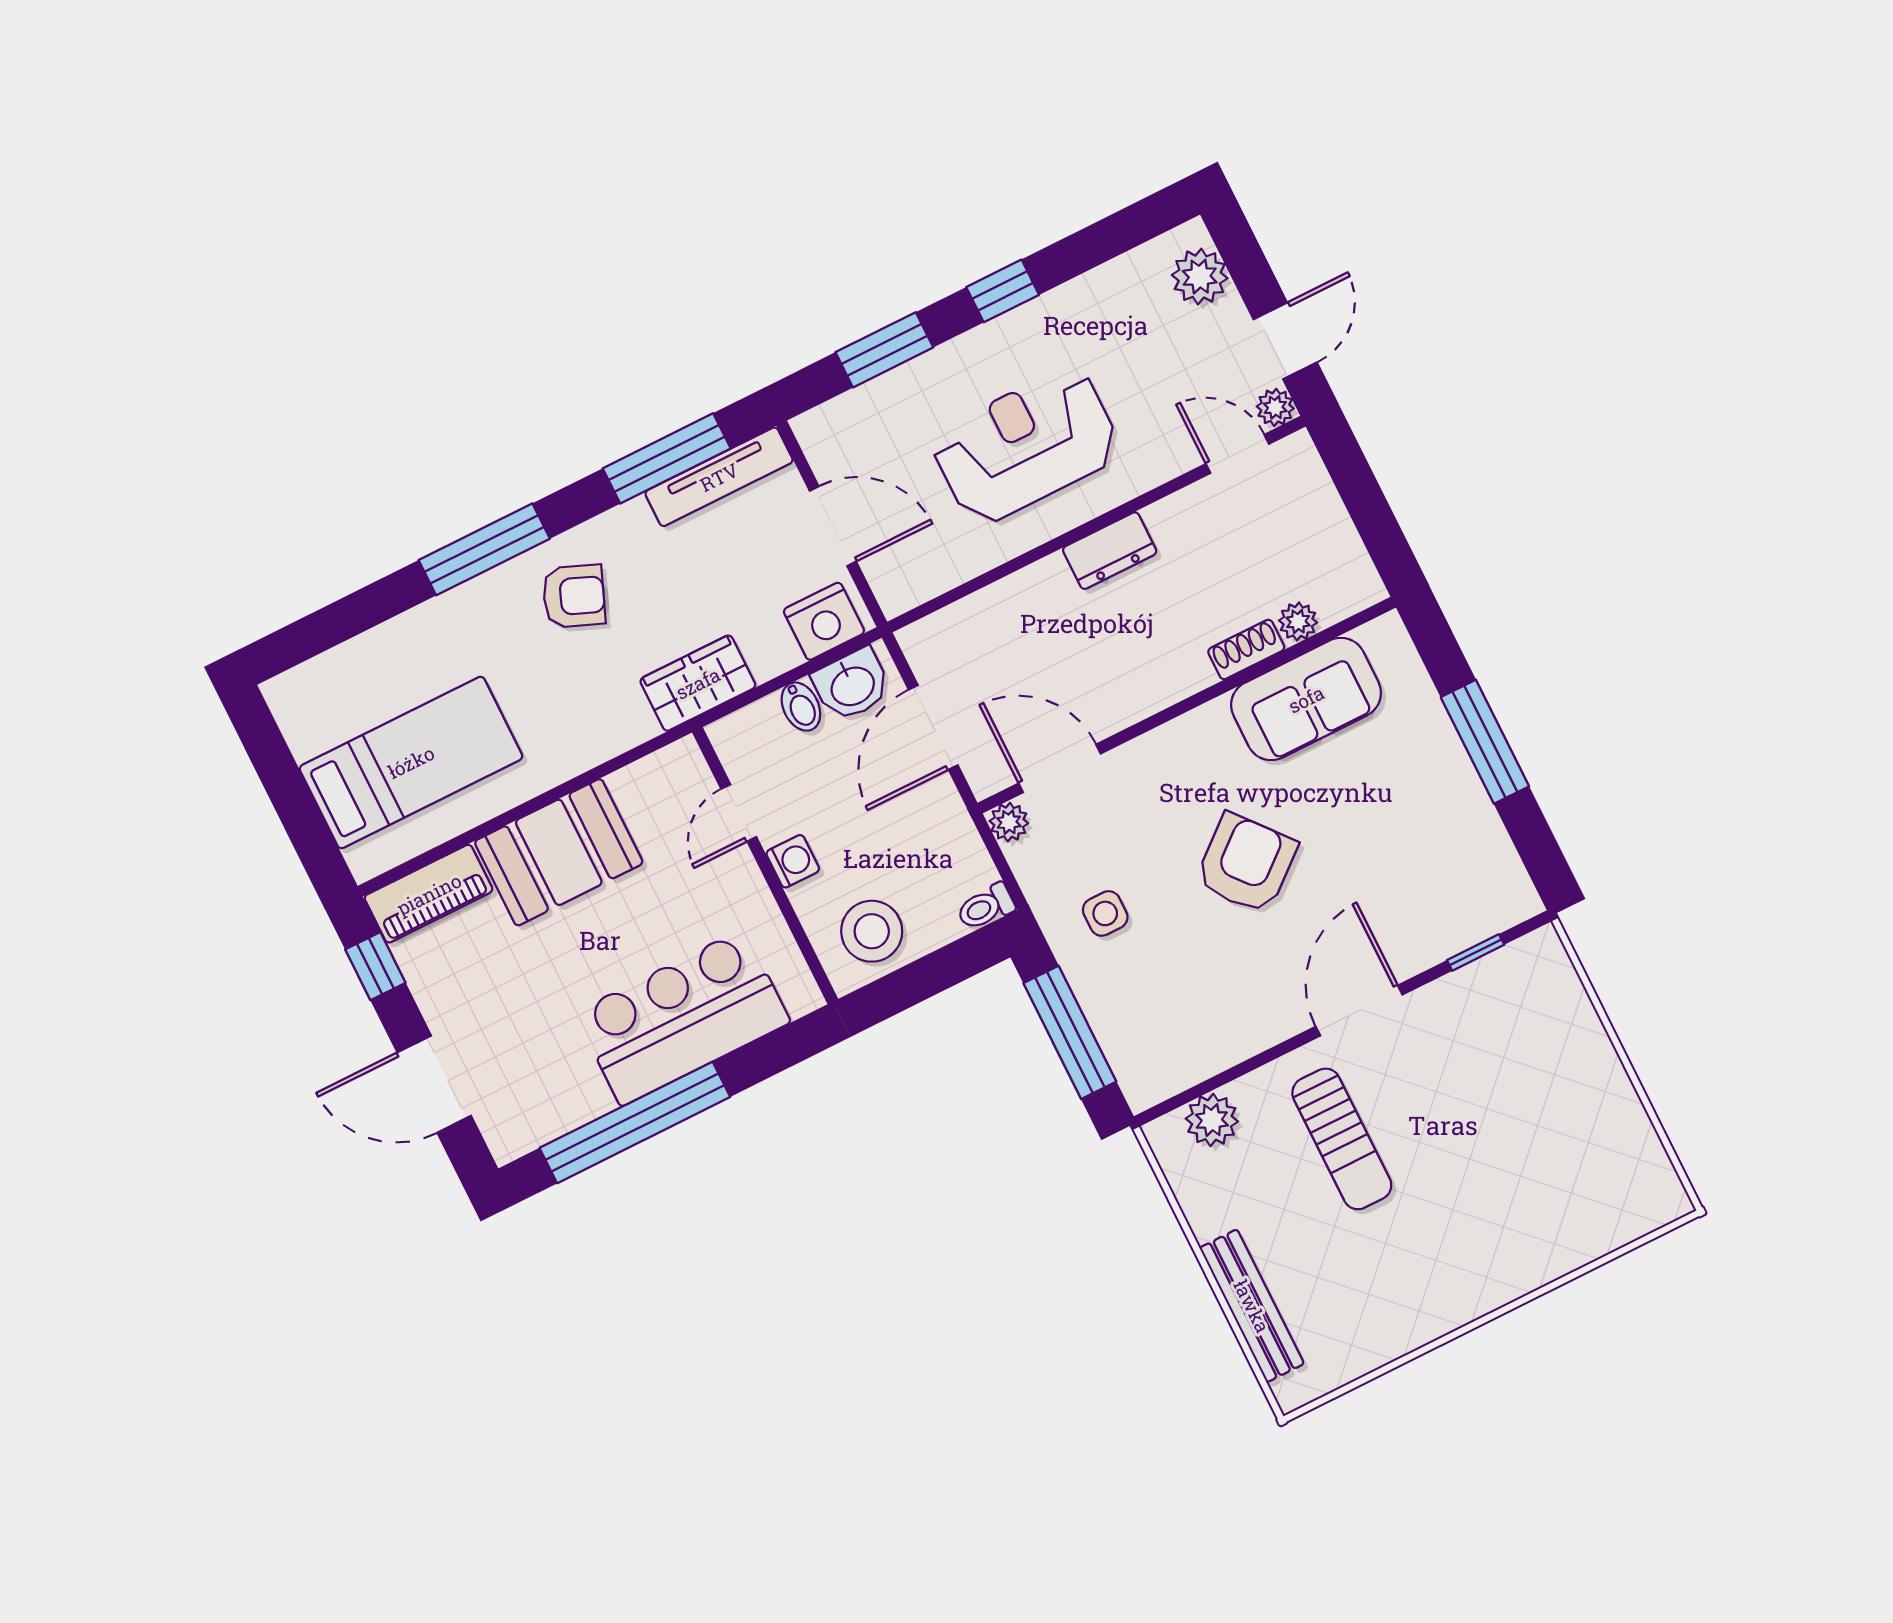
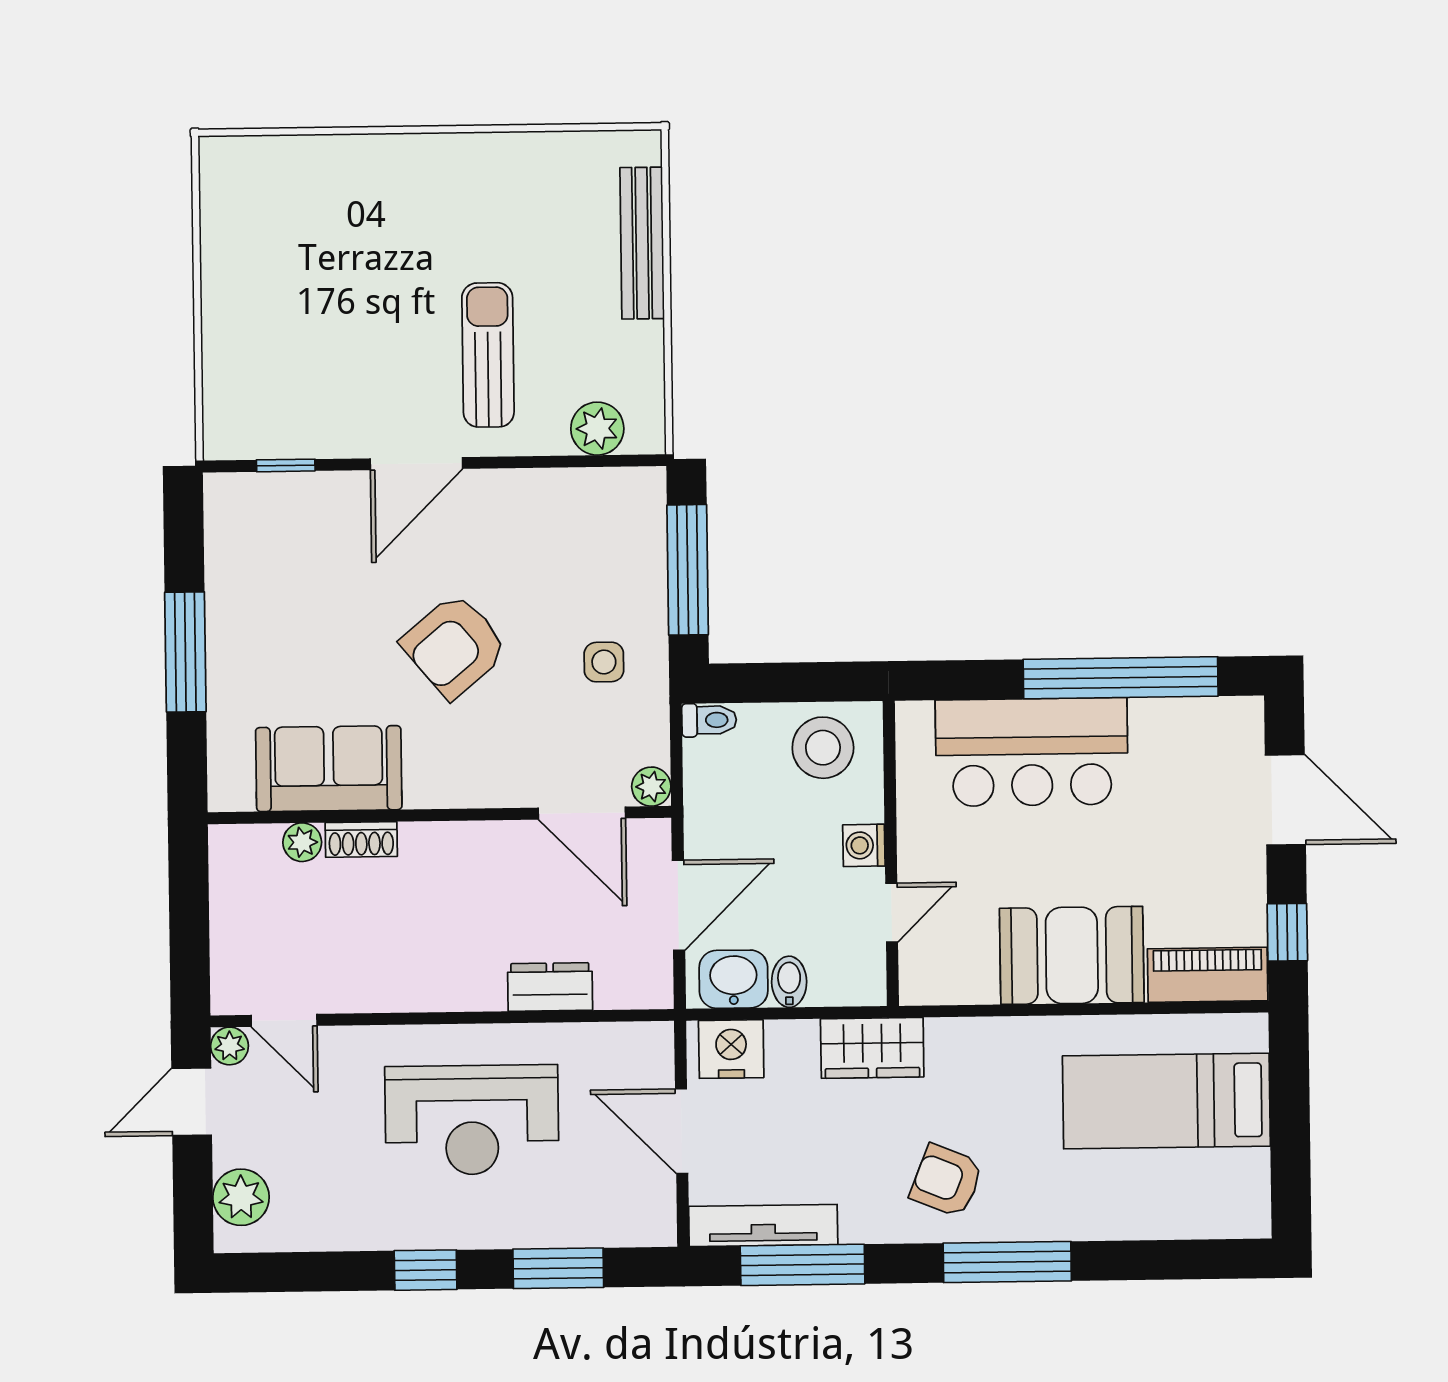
dresser: (1110, 551) -> (550, 987), moved

